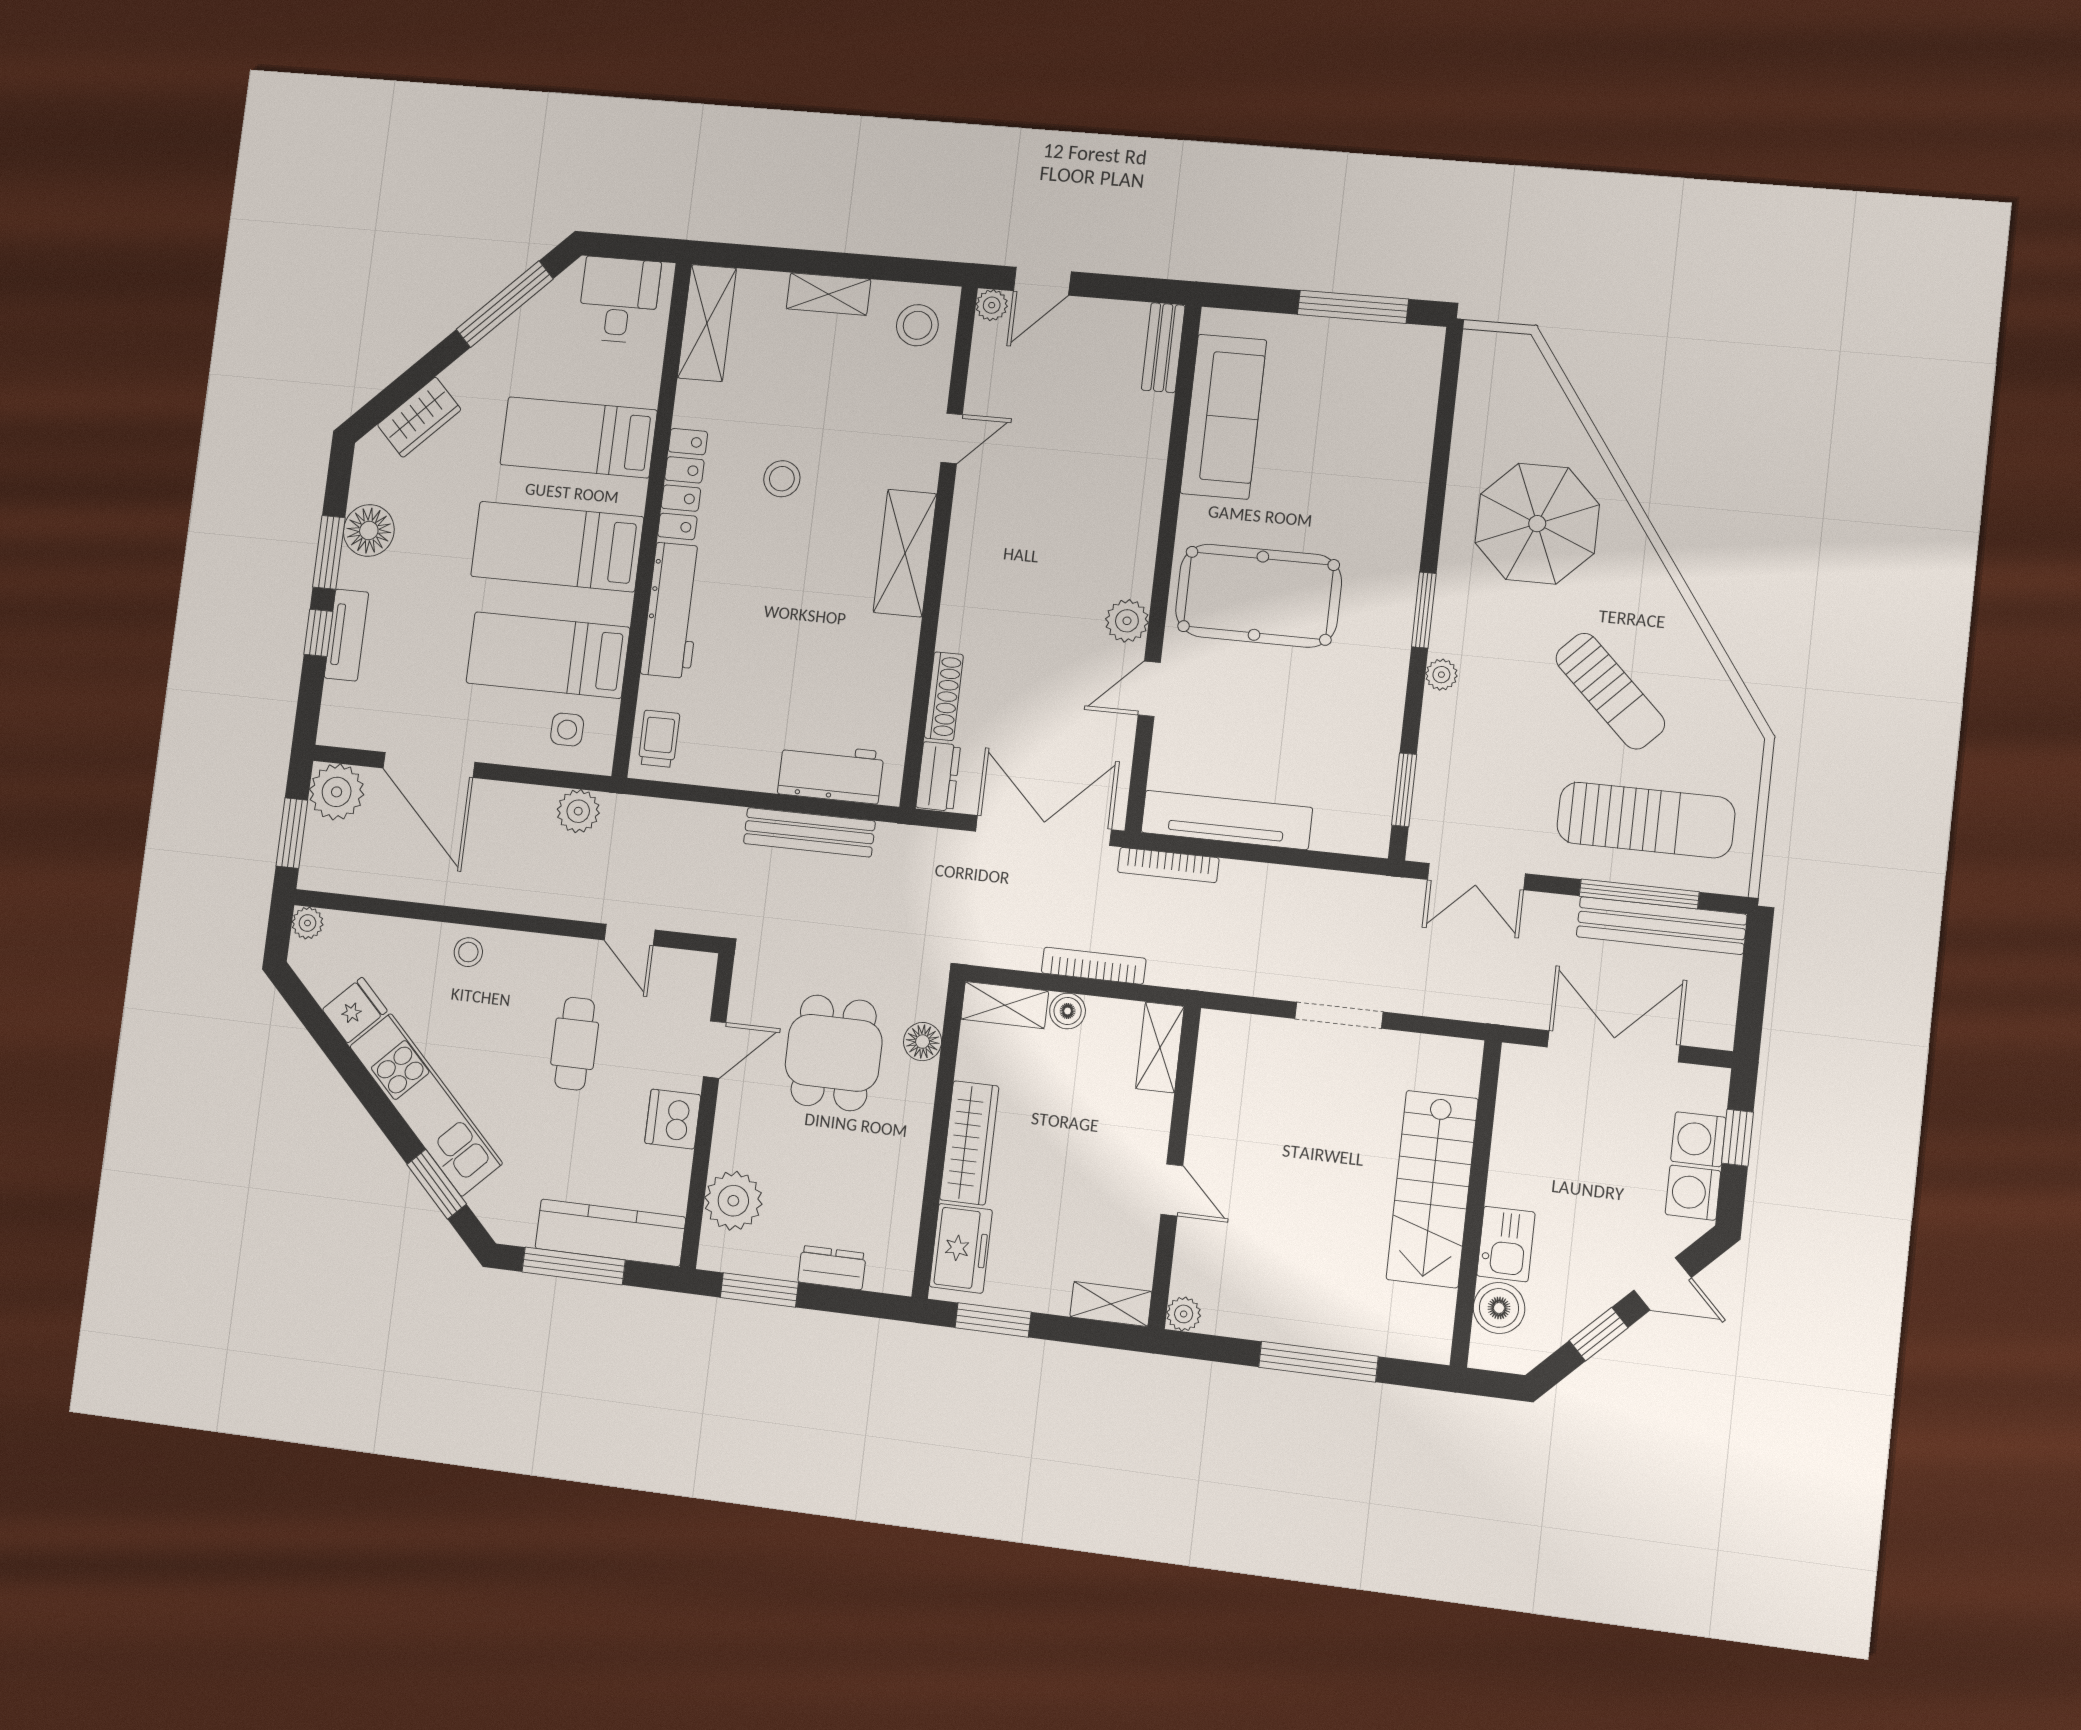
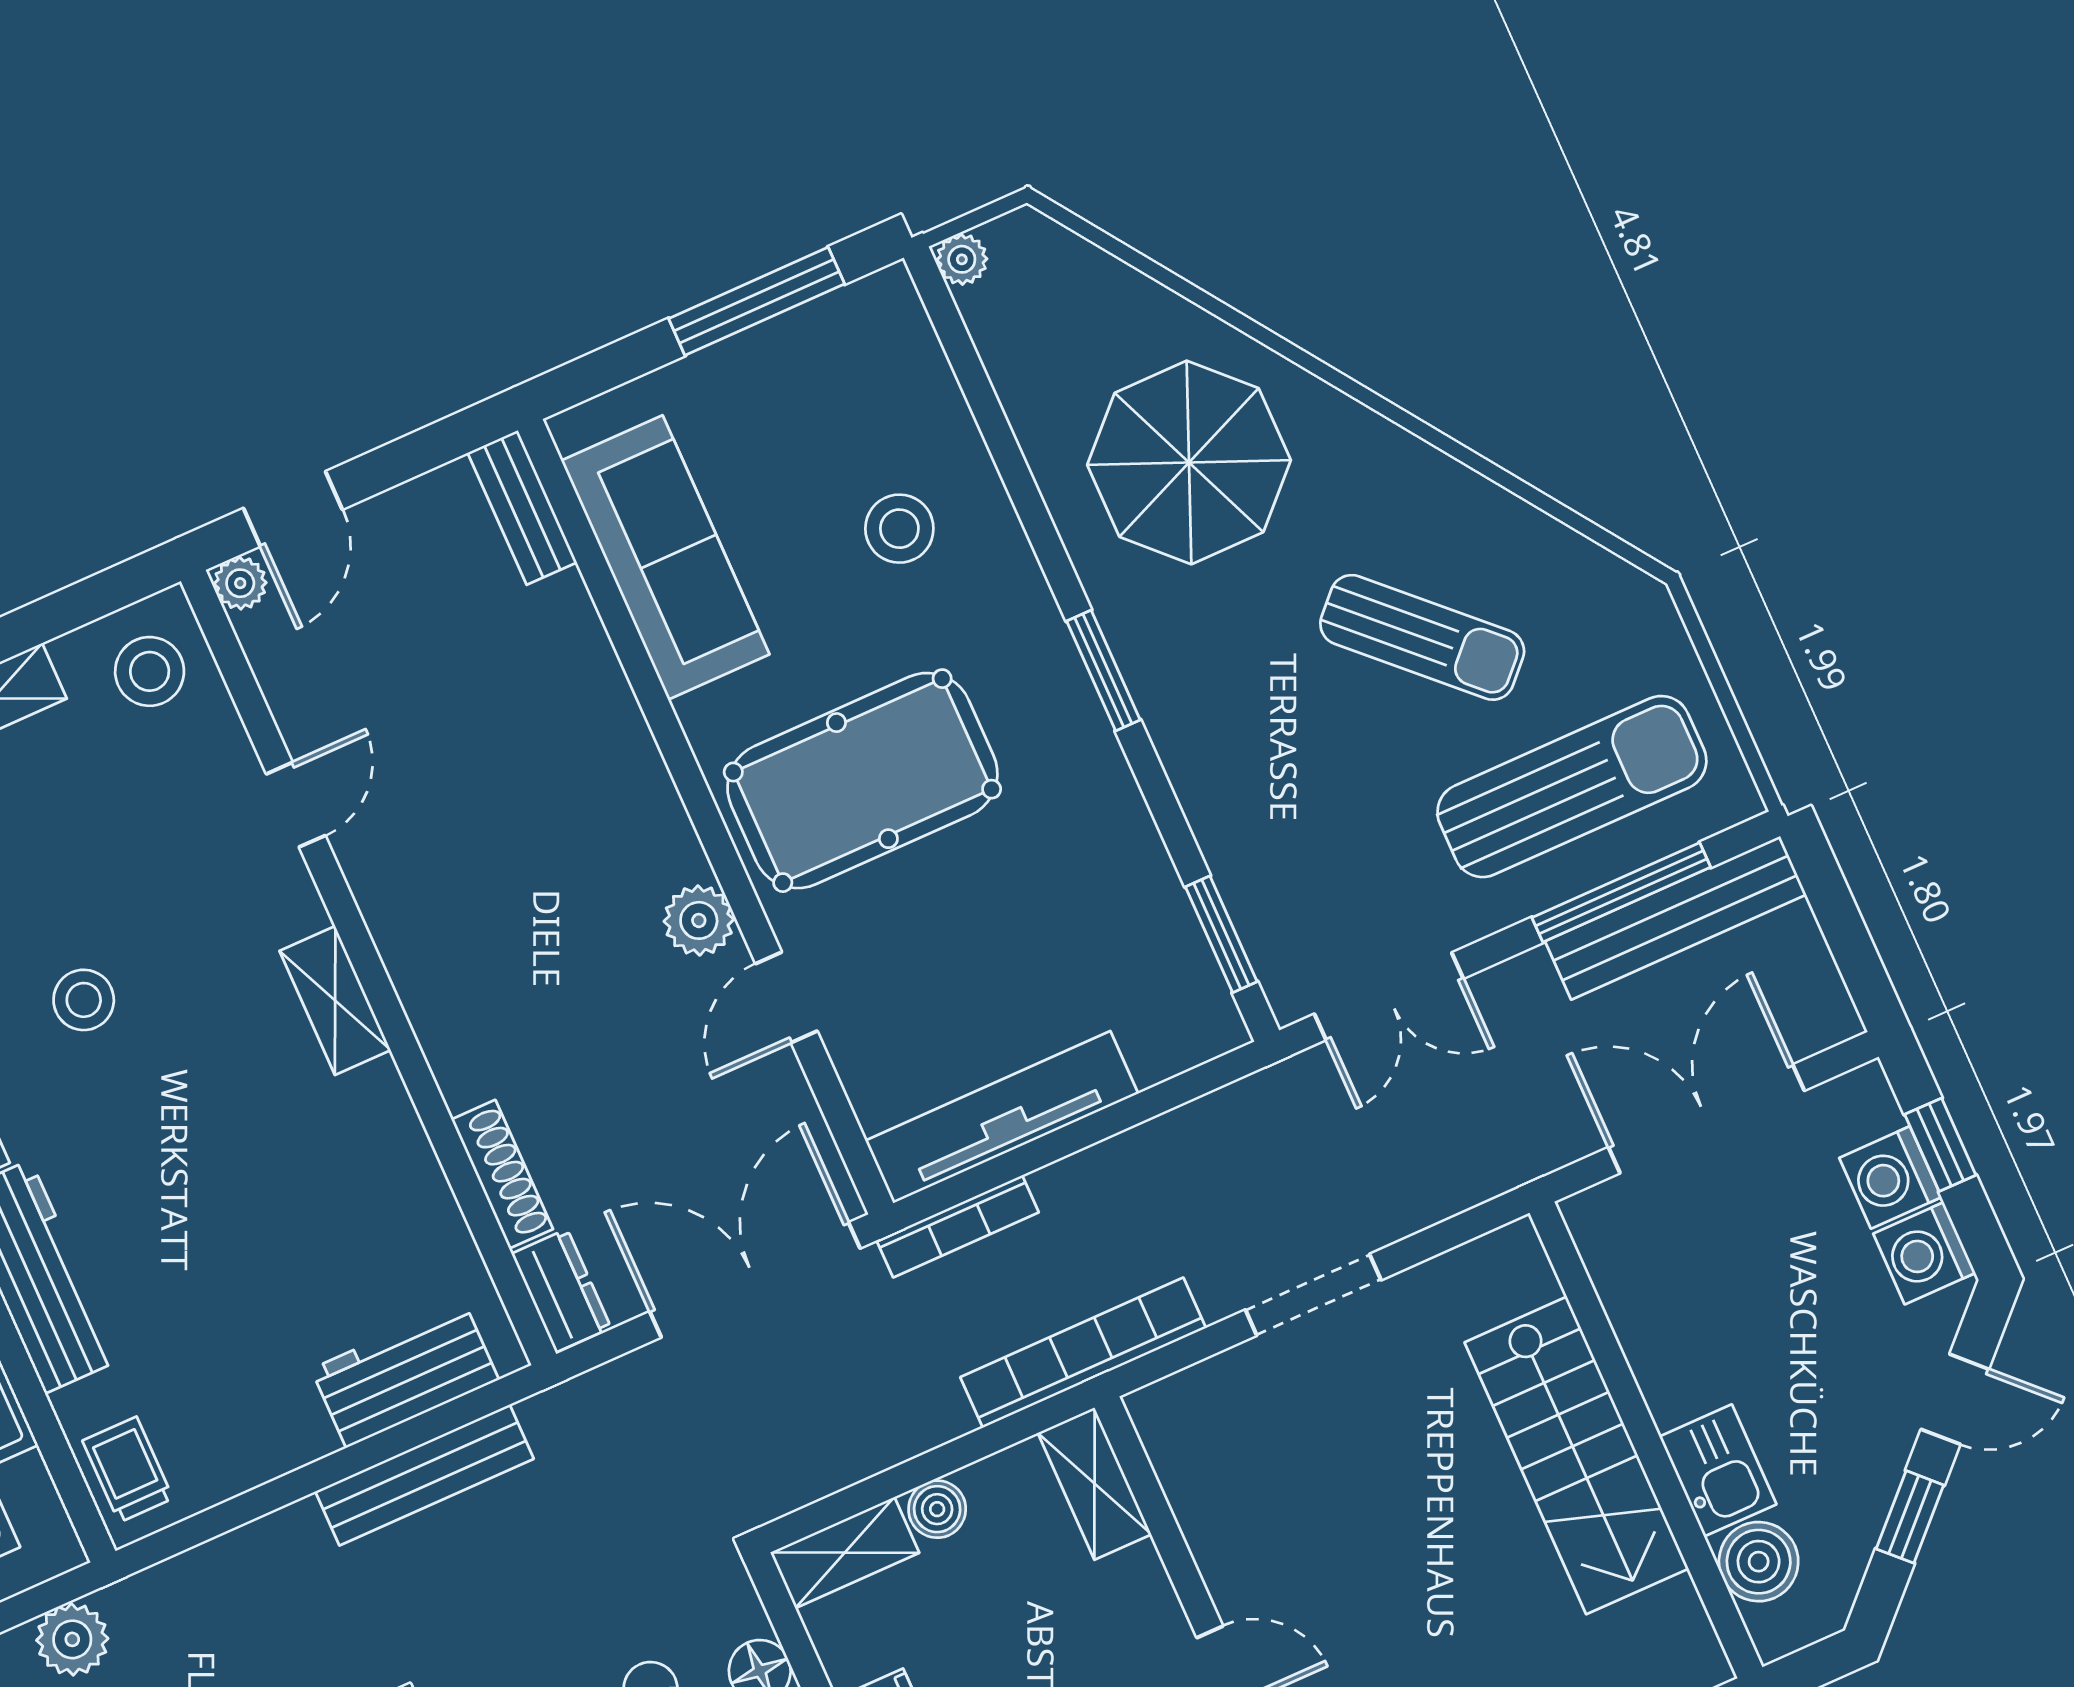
stool: (1358, 471) -> (899, 529), added
shelving: (905, 553) -> (335, 1000), width x0.67, depth x0.75
plant: (1441, 675) -> (962, 259), moved
bookcase: (1094, 966) -> (1083, 1353), moved, width x1.48, depth x1.31

